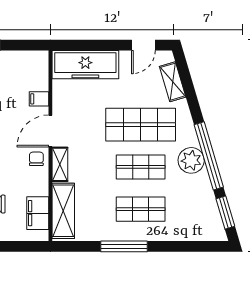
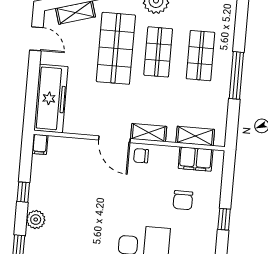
filing cabinet: (39, 99) -> (40, 144), moved
shelving: (63, 211) -> (195, 136), width x0.67, depth x0.75

